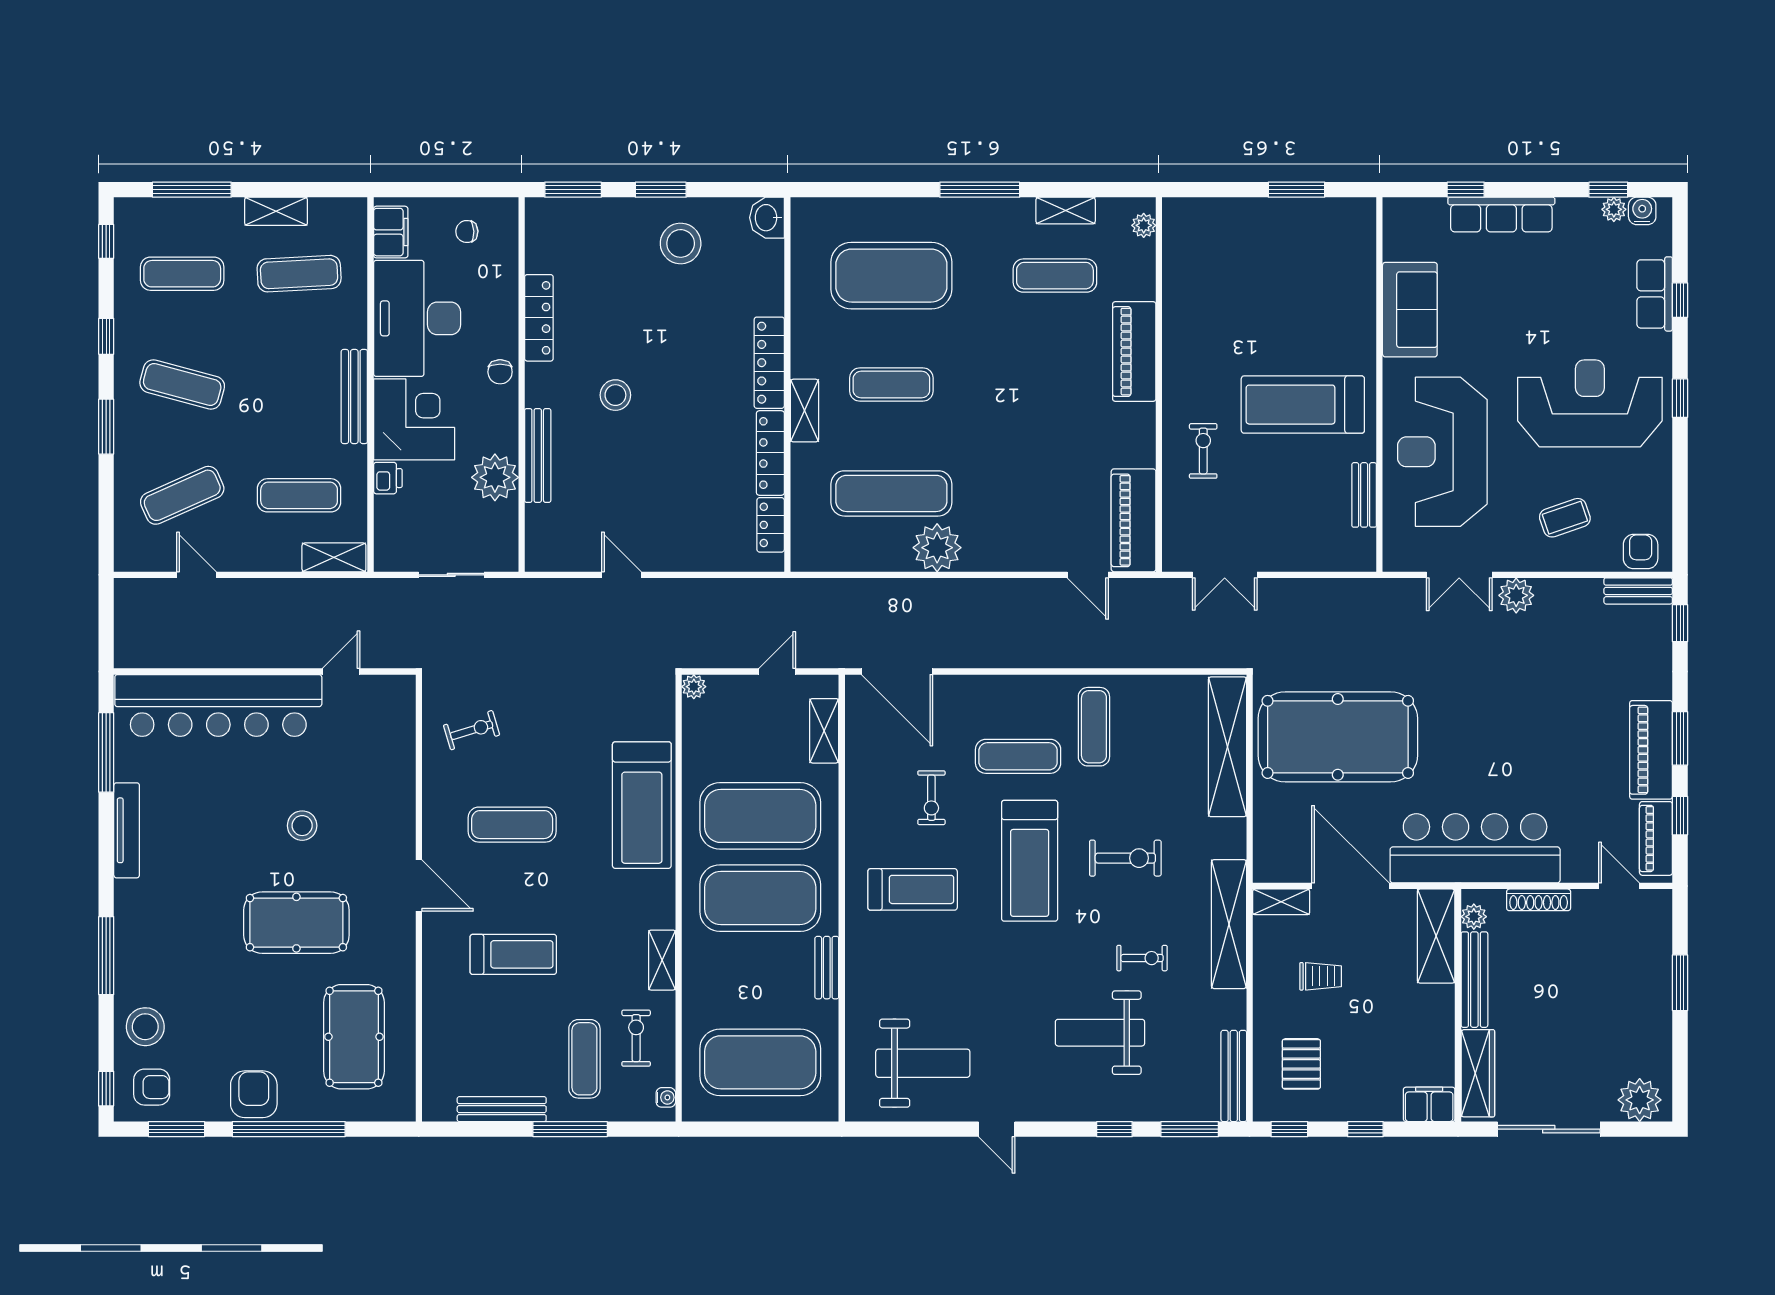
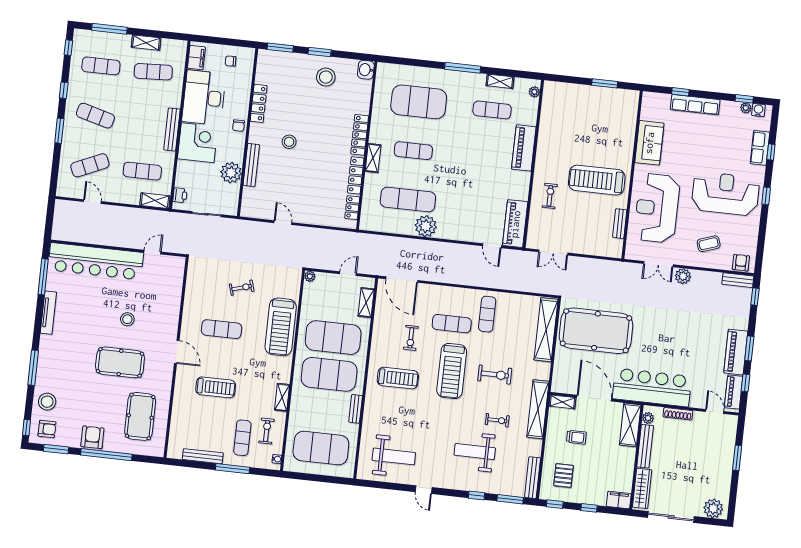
printer: (388, 478) -> (180, 195), moved
exercise bike: (472, 730) -> (242, 288), moved

